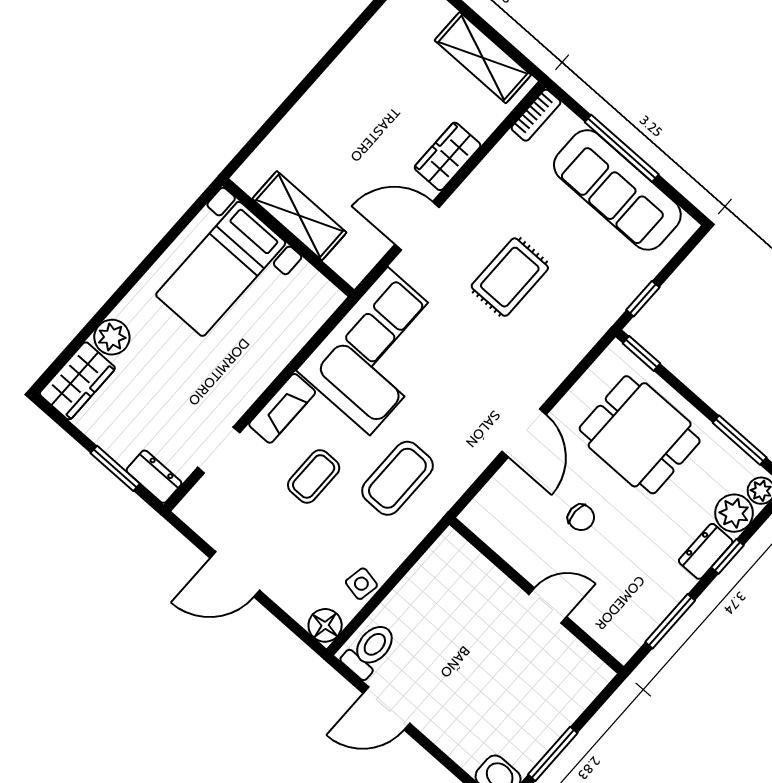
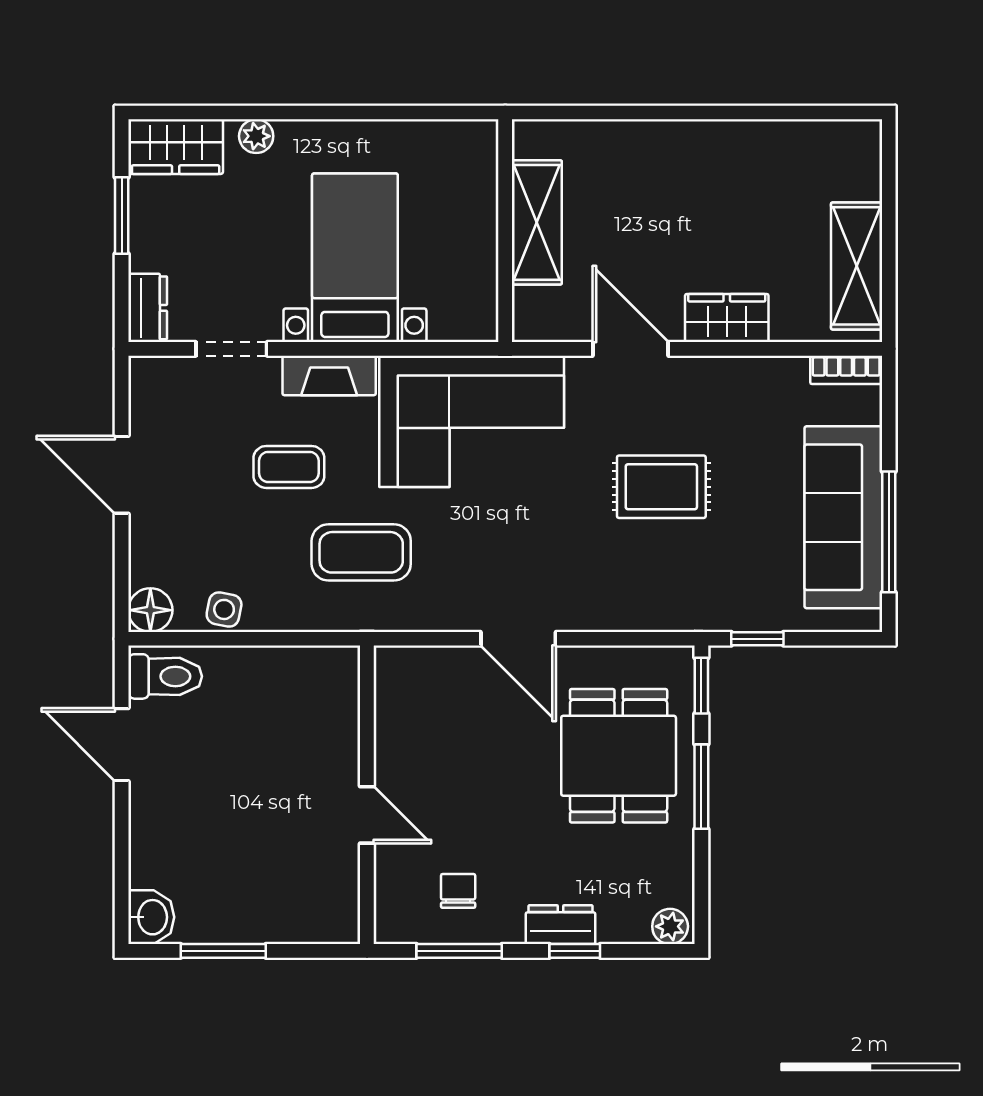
window: (622, 148) -> (889, 532), moved
bed with nightstands: (221, 269) -> (355, 258), moved, turned 90
plant: (112, 337) -> (256, 136), width x0.73, depth x0.73
door: (524, 433) -> (518, 639), hinge flipped
window: (740, 440) -> (701, 787), moved
window: (115, 468) -> (122, 215), moved
plant: (734, 513) -> (624, 919), removed
chair: (581, 517) -> (458, 891), moved, turned 180

